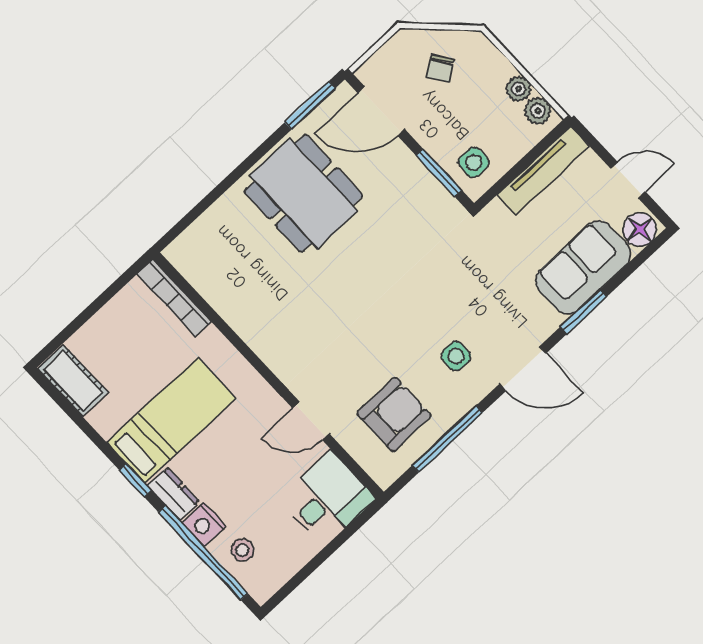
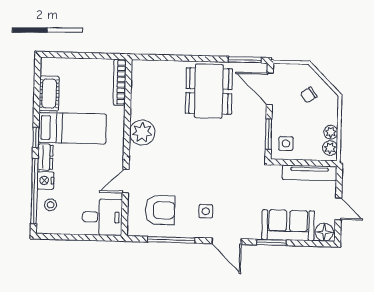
plant: (269, 335) -> (142, 132), added
cot: (73, 381) -> (49, 93), moved
door: (311, 421) -> (126, 181), hinge flipped

